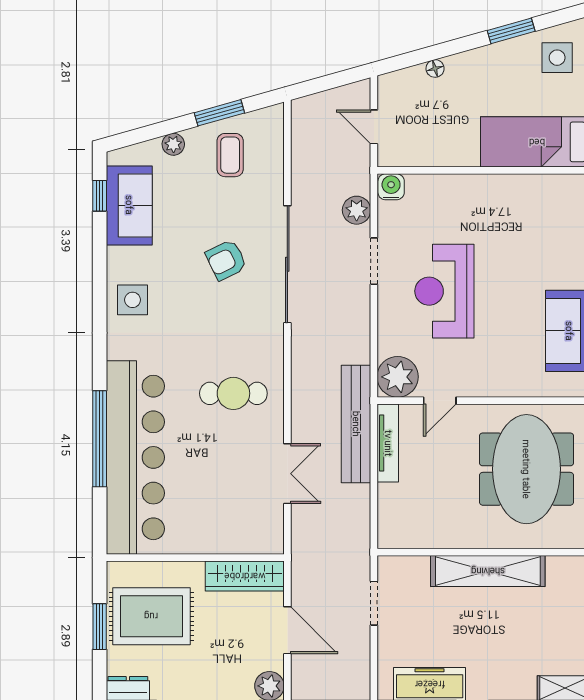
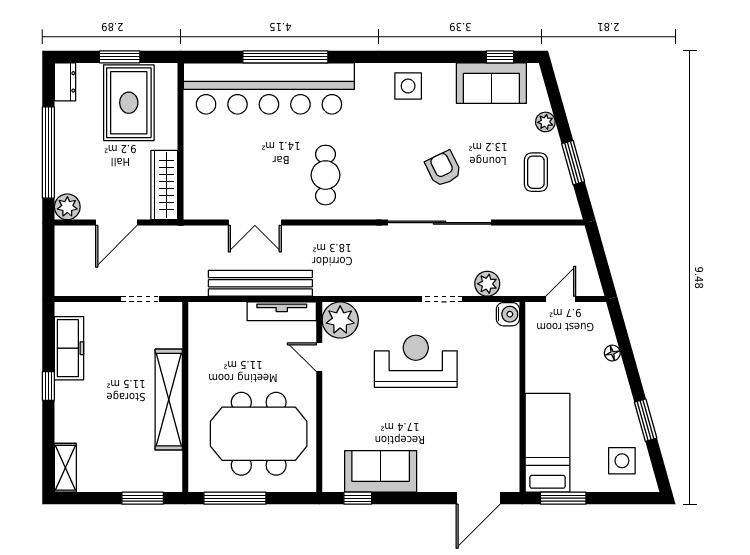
coffee table: (230, 155) -> (536, 172), turned 90
bench: (356, 424) -> (260, 283), moved

